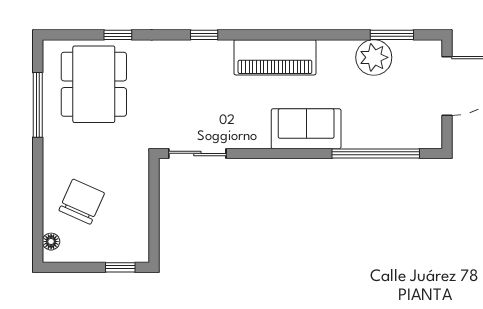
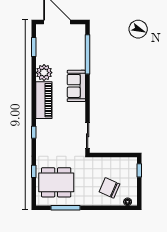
plant: (374, 57) -> (44, 73), moved

